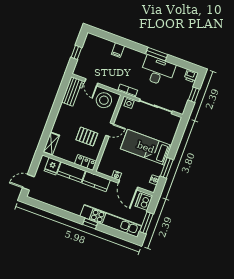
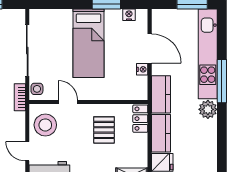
door: (91, 82) -> (27, 151), swing flipped
door: (110, 130) -> (68, 102), moved
door: (128, 185) -> (150, 49), hinge flipped
dishwasher: (144, 202) -> (165, 19), removed
plant: (75, 208) -> (208, 109), added
window: (90, 224) -> (222, 81), width x2.17

